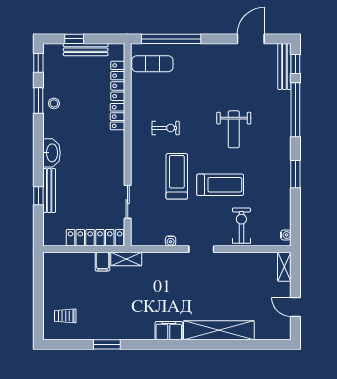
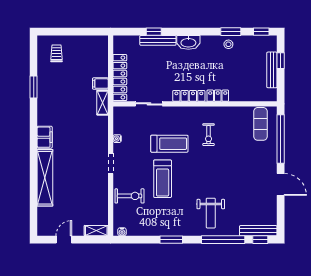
door: (251, 39) -> (281, 184), moved
locker: (118, 81) -> (189, 96), moved
weight bench: (234, 129) -> (211, 213), moved, turned -90

